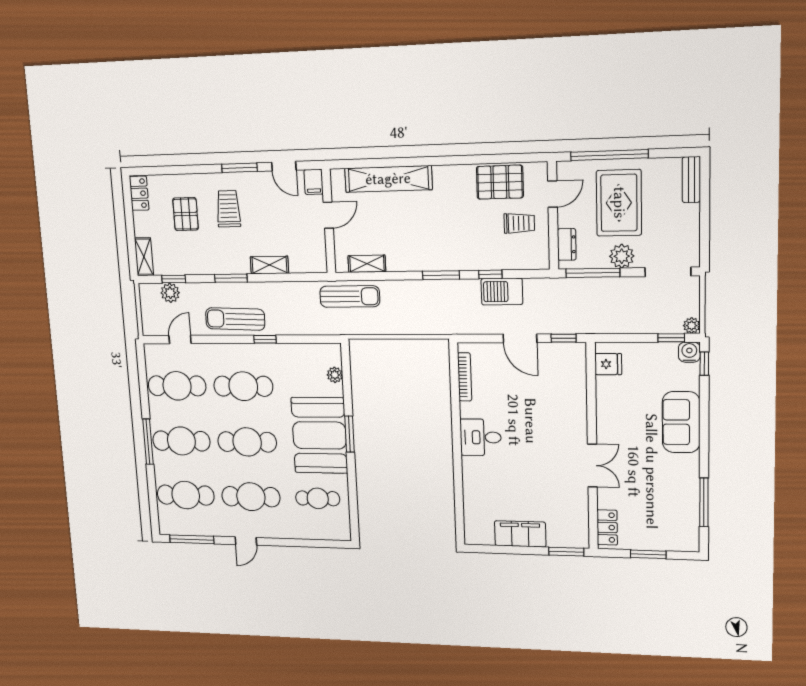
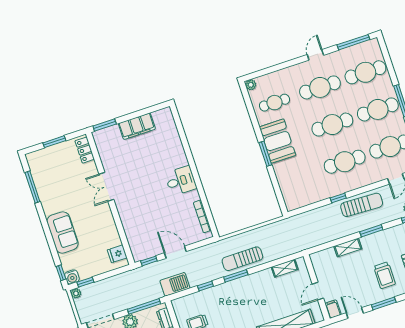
barbecue: (502, 292) -> (175, 284), moved
sun lounger: (350, 296) -> (242, 259), moved
plant: (335, 375) -> (251, 85), moved
booth: (319, 435) -> (277, 141), width x0.73, depth x0.70

